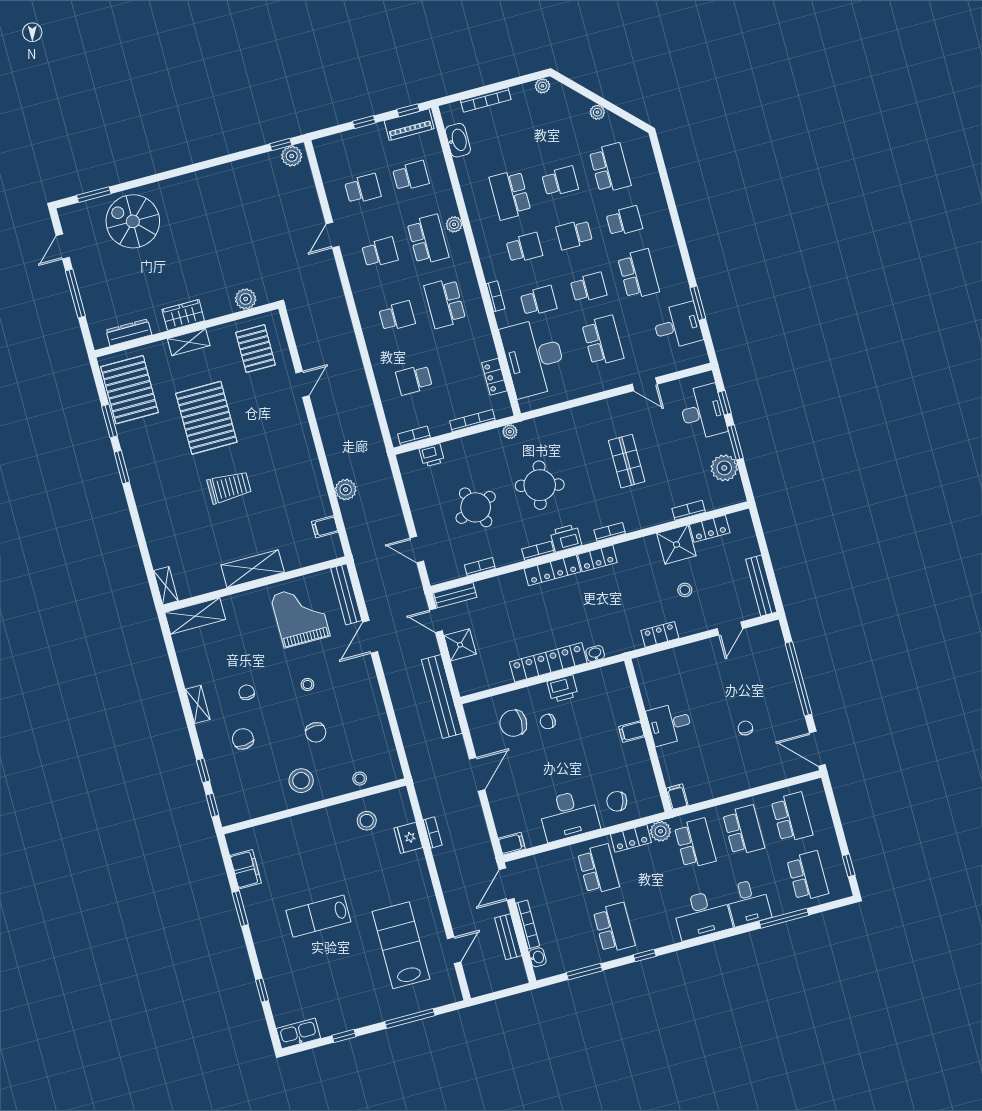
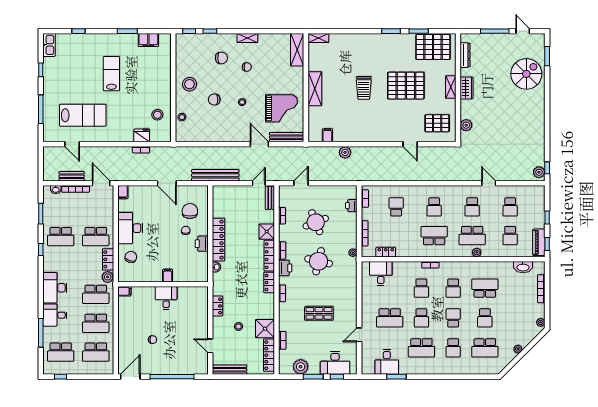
desk: (534, 357) -> (381, 274), width x0.53, depth x0.77
locker: (710, 529) -> (269, 355), width x1.53
shower: (460, 645) -> (267, 232), moved

